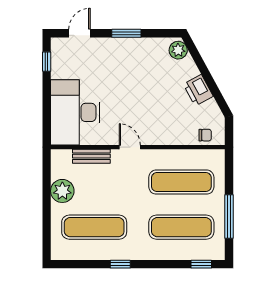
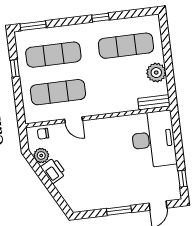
plant: (178, 50) -> (41, 155), moved
door: (130, 147) -> (73, 120), moved
bench: (91, 156) -> (154, 102), moved
window: (229, 217) -> (15, 68), width x0.46
window: (201, 264) -> (33, 26), width x1.50

